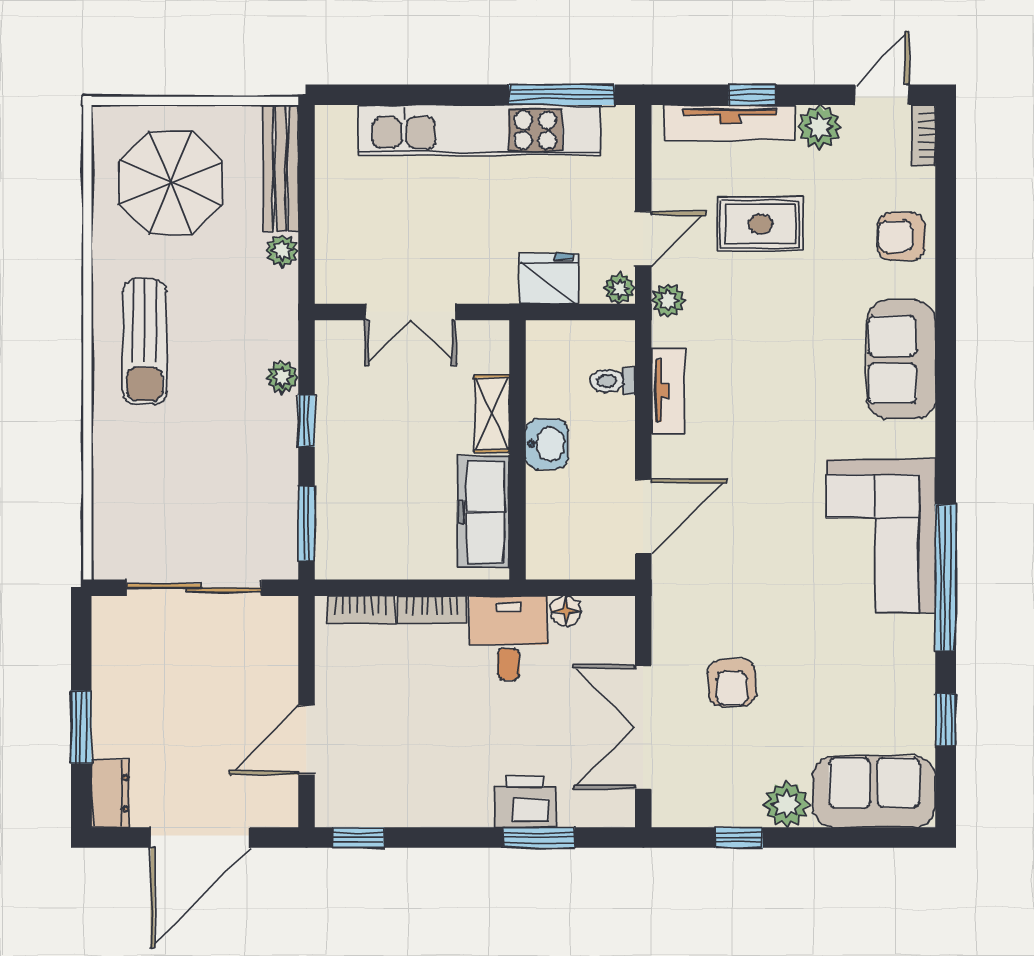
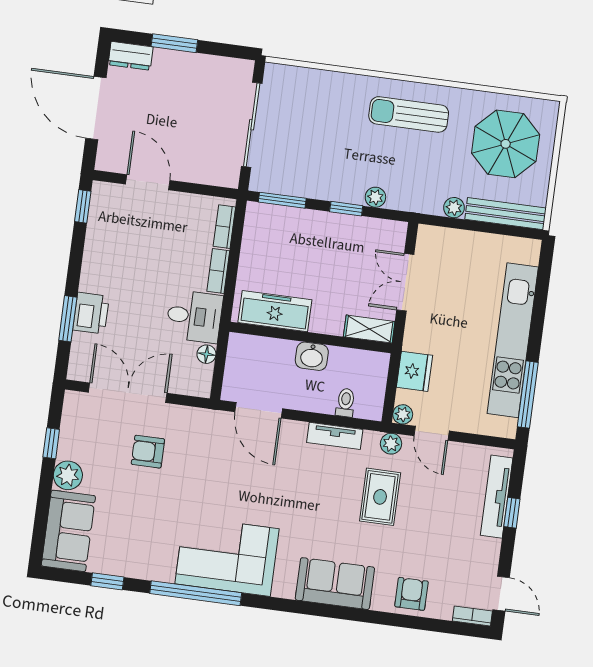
plant: (819, 127) -> (487, 552), removed
rug: (760, 224) -> (380, 497), moved
shelving: (492, 414) -> (369, 329), moved

